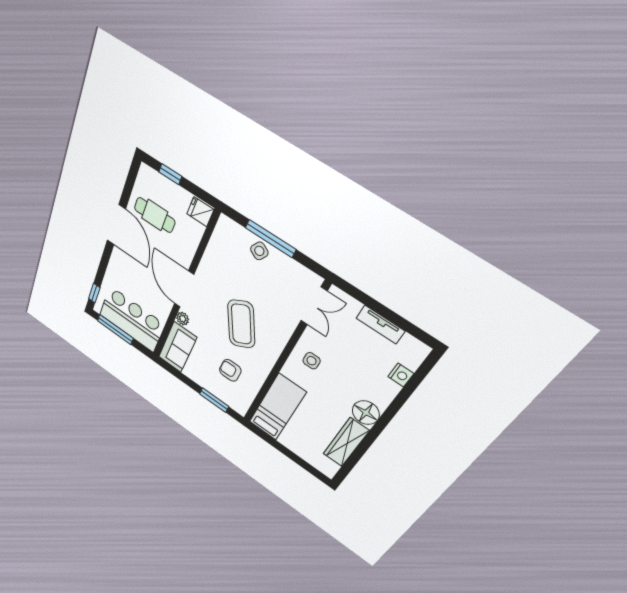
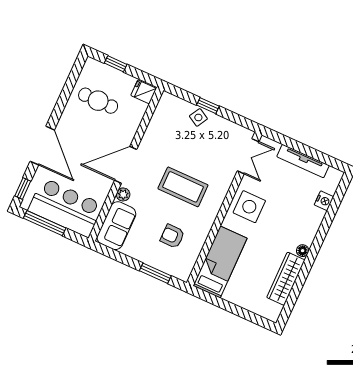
door: (116, 225) -> (42, 146), moved
window: (271, 239) -> (208, 106), width x0.46
door: (184, 289) -> (126, 165), hinge flipped
coffee table: (241, 324) -> (183, 187), turned -62
tv unit: (380, 325) -> (303, 161), width x1.41
side table: (312, 361) -> (249, 207), width x1.87, depth x1.87
floor lamp: (366, 413) -> (303, 251), width x0.53, depth x0.53

